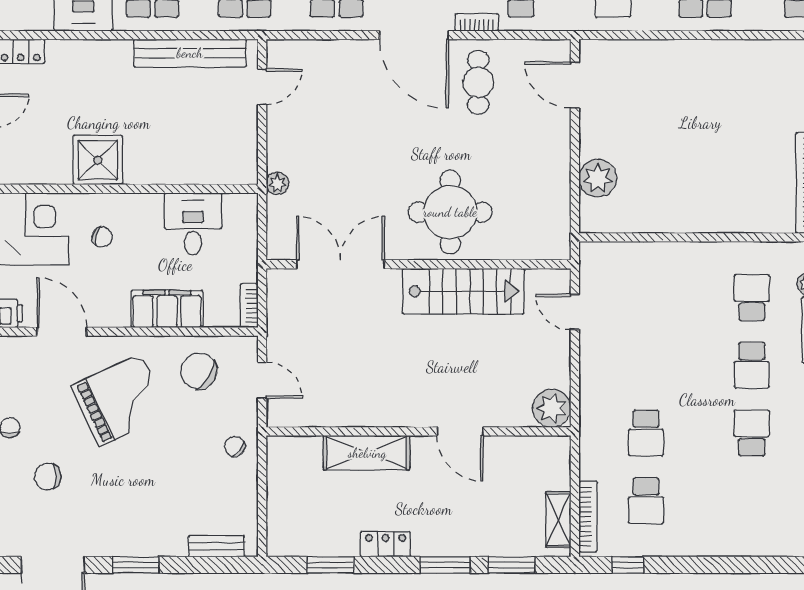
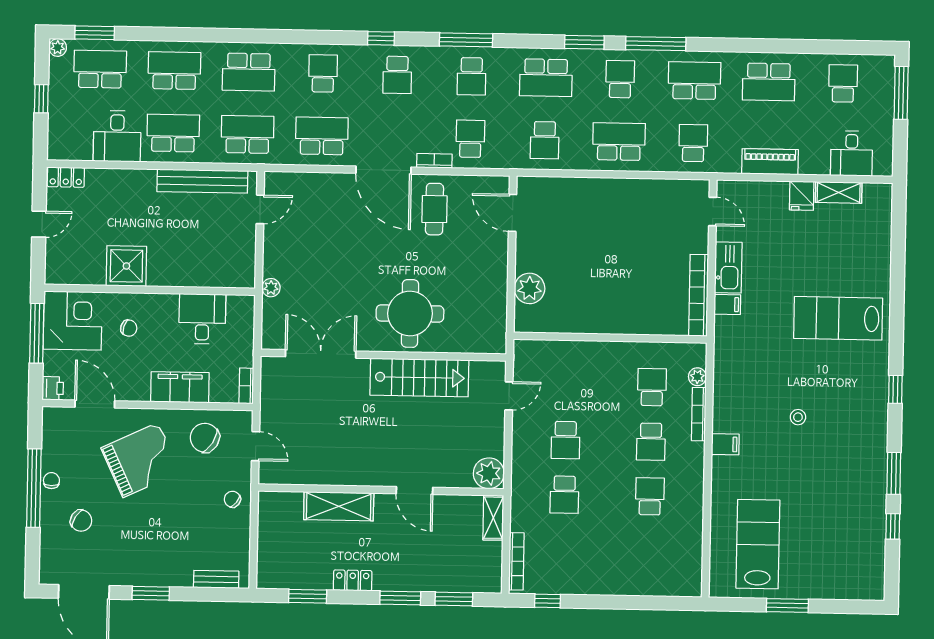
door: (575, 312) -> (509, 396), swing flipped
chair: (48, 477) -> (81, 521), turned -149
school desk: (646, 501) -> (566, 440), moved
shelving: (558, 520) -> (493, 518), moved

